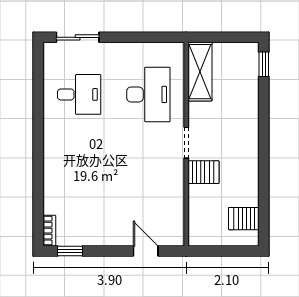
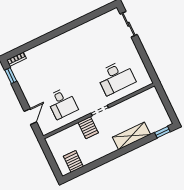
shelving: (200, 72) -> (131, 136), moved
desk: (79, 94) -> (62, 103), moved

